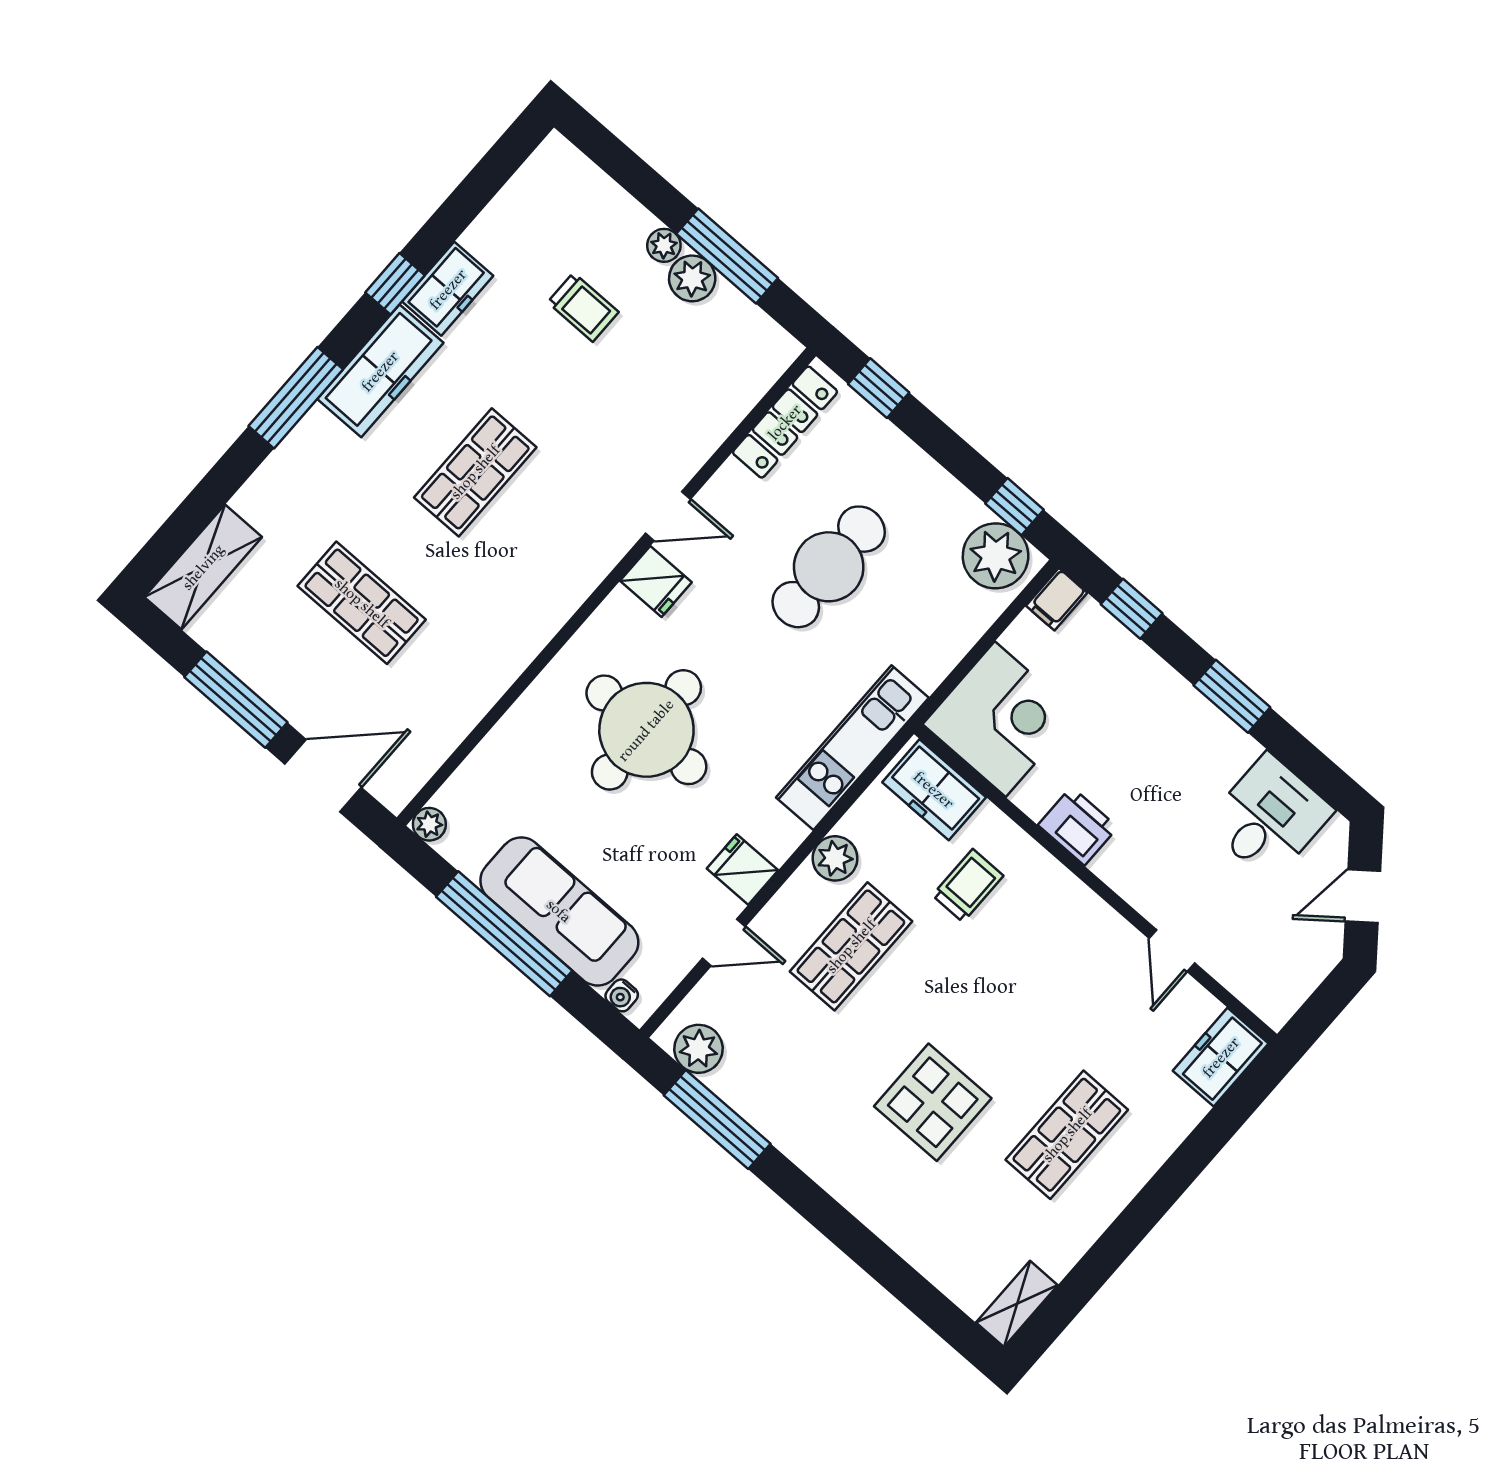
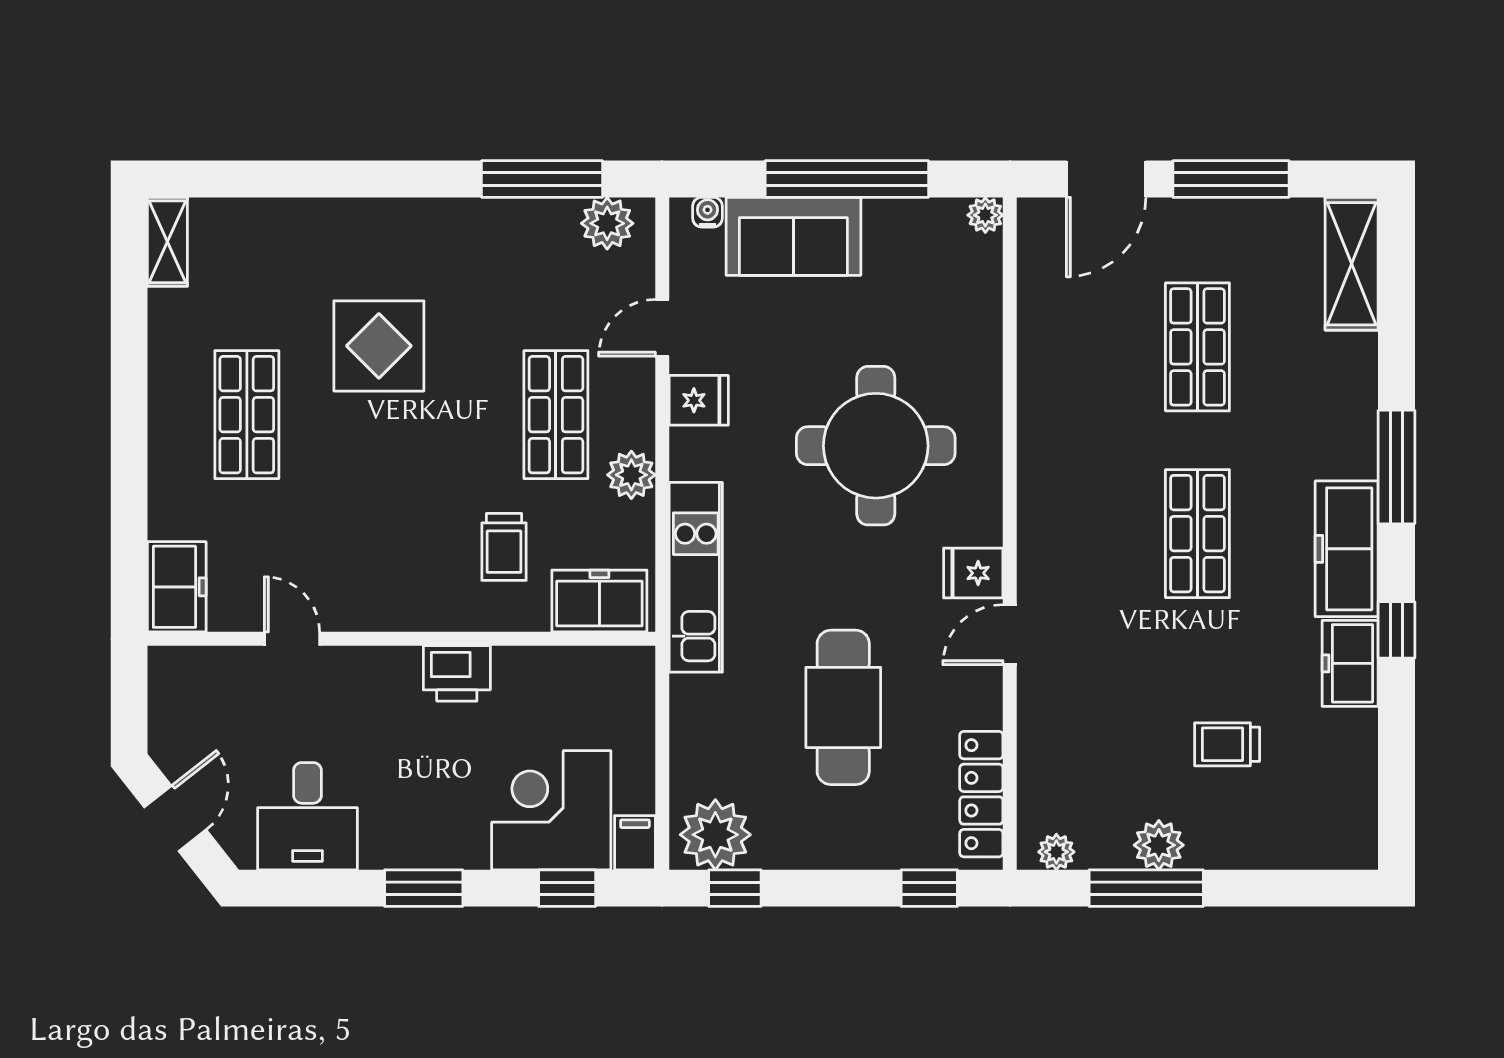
plant: (664, 245) -> (1056, 852), moved
shop shelf: (362, 603) -> (1197, 347), turned 90
corner desk: (1000, 719) -> (551, 810), moved, turned 90
sofa: (559, 911) -> (793, 236), width x0.73

